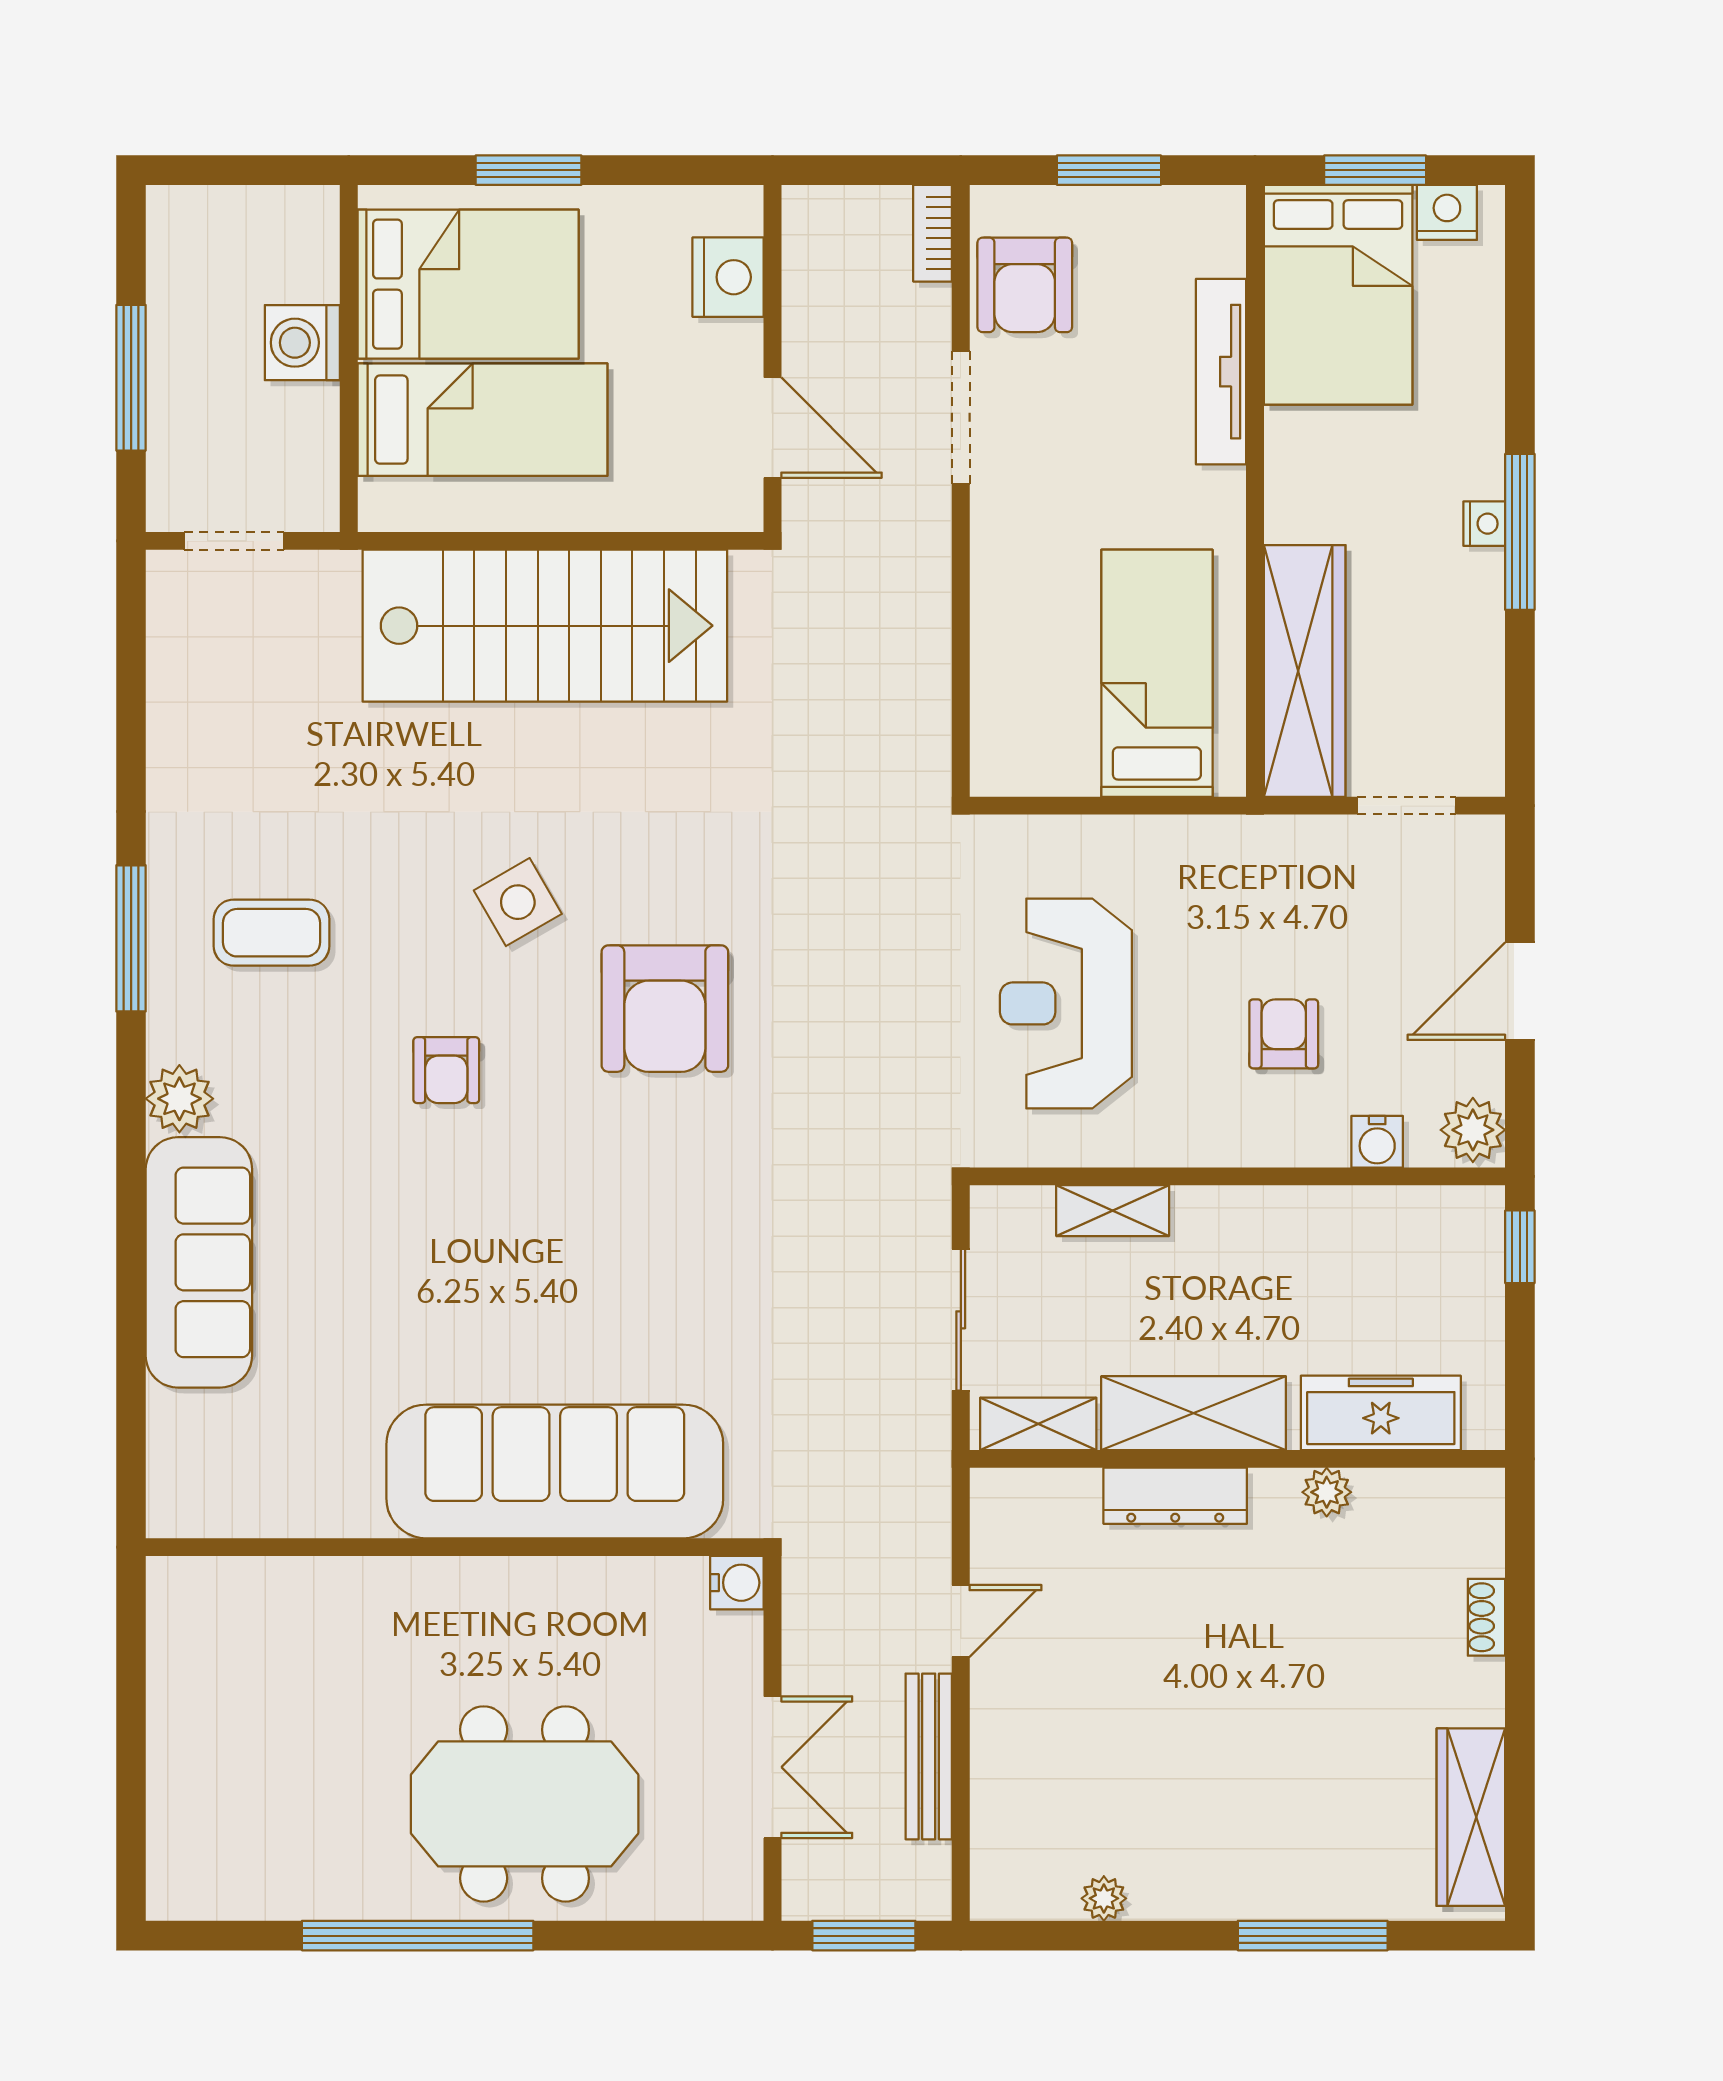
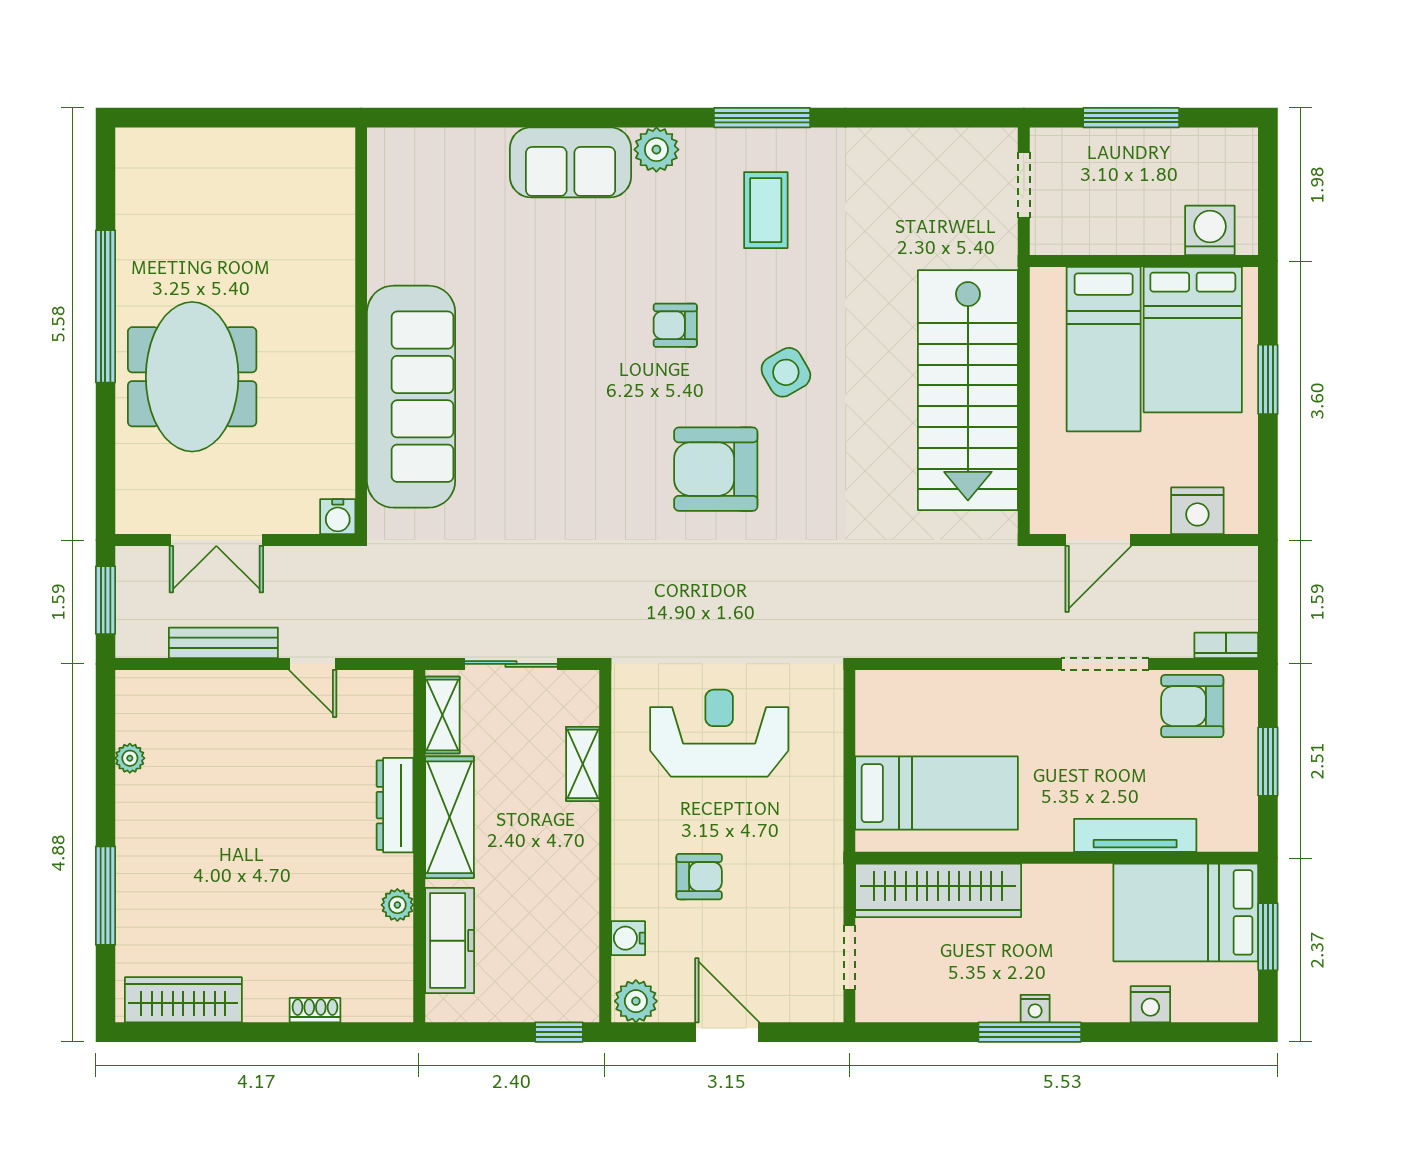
nightstand: (1447, 212) -> (1150, 1004), moved, turned 90
washing machine: (302, 343) -> (1210, 230), moved
sofa: (199, 1262) -> (571, 162), width x0.73

